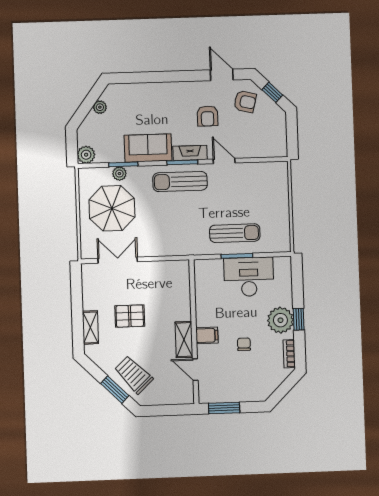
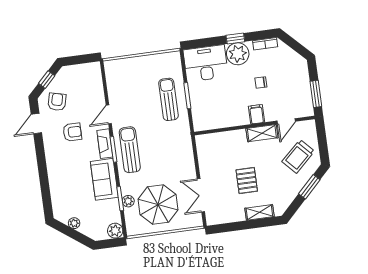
sun lounger: (180, 182) -> (130, 150), turned 180
desk: (249, 277) -> (206, 63), moved, turned 90
trolley: (134, 375) -> (298, 156), moved

